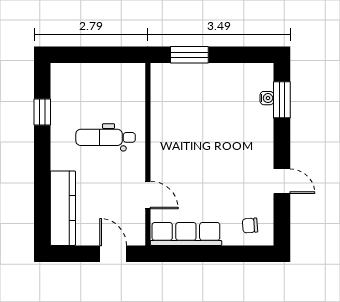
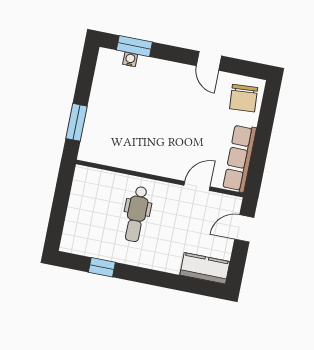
door: (282, 181) -> (209, 61), swing flipped
kitchen counter: (63, 208) -> (205, 268), width x0.67
chair: (250, 225) -> (244, 98), width x1.87, depth x1.87

